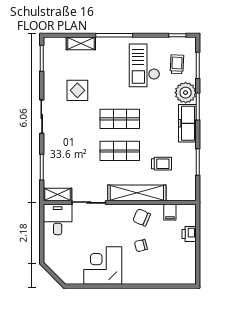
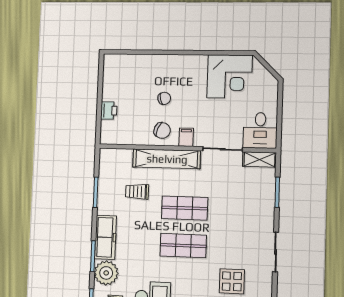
filing cabinet: (170, 212) -> (186, 137), moved
corner desk: (103, 266) -> (230, 76), moved

